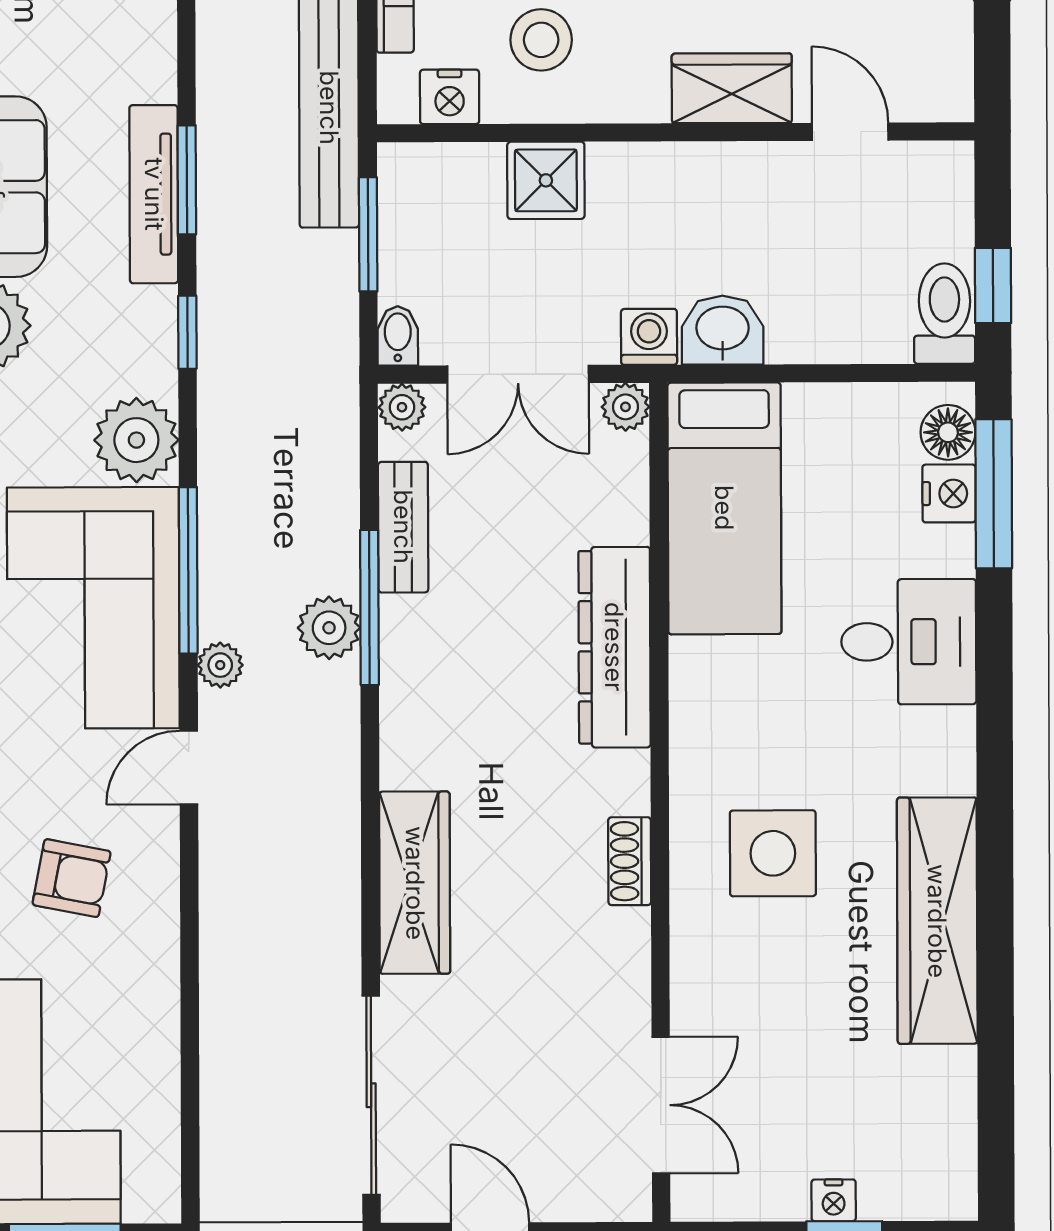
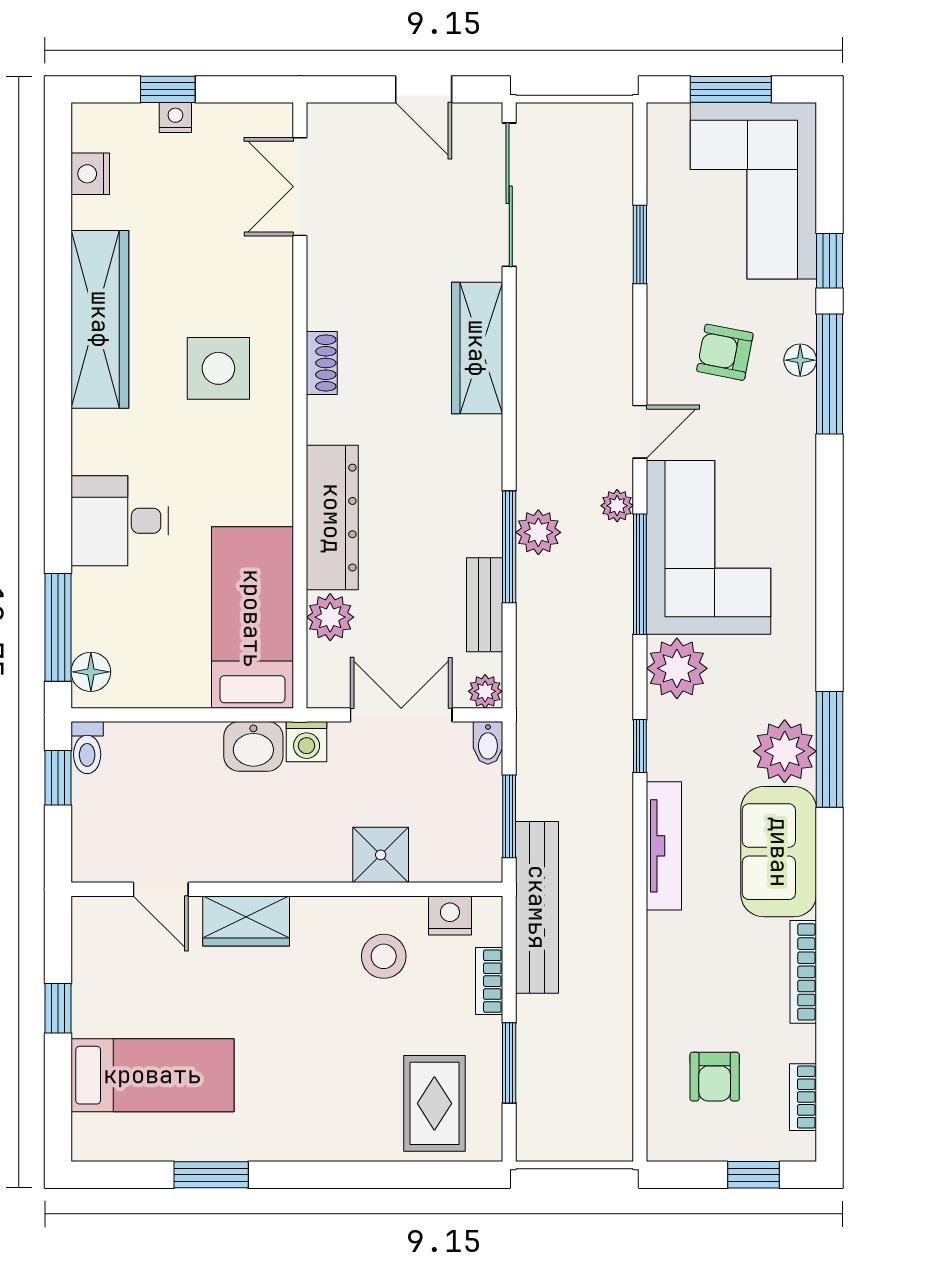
window: (187, 180) -> (640, 244), moved
toilet: (944, 314) -> (87, 748), width x0.73, depth x0.72
plant: (625, 407) -> (330, 617), moved, width x1.38, depth x1.38
nightstand: (949, 493) -> (90, 174), moved

